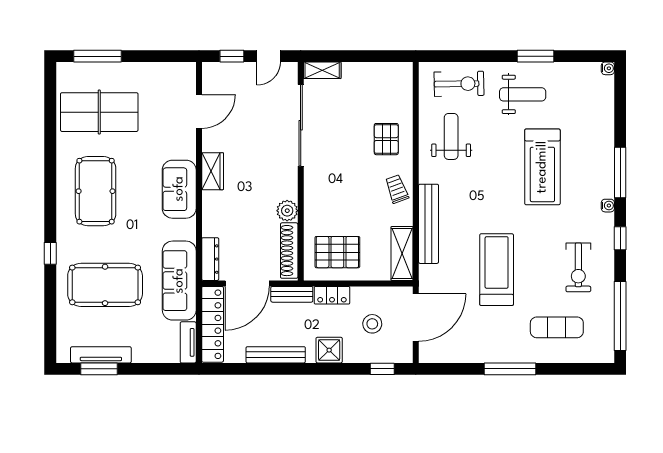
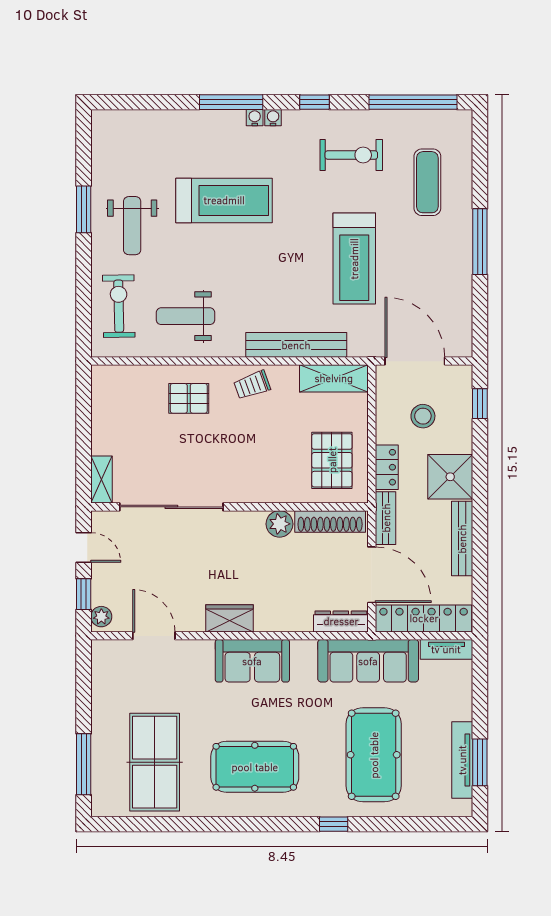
water cooler: (608, 68) -> (255, 118), moved
plant: (214, 70) -> (101, 617), added
weight bench: (523, 94) -> (132, 226), turned 180
treadmill: (497, 270) -> (354, 259), turned -90
shower: (329, 350) -> (450, 477), width x1.36, depth x1.36

